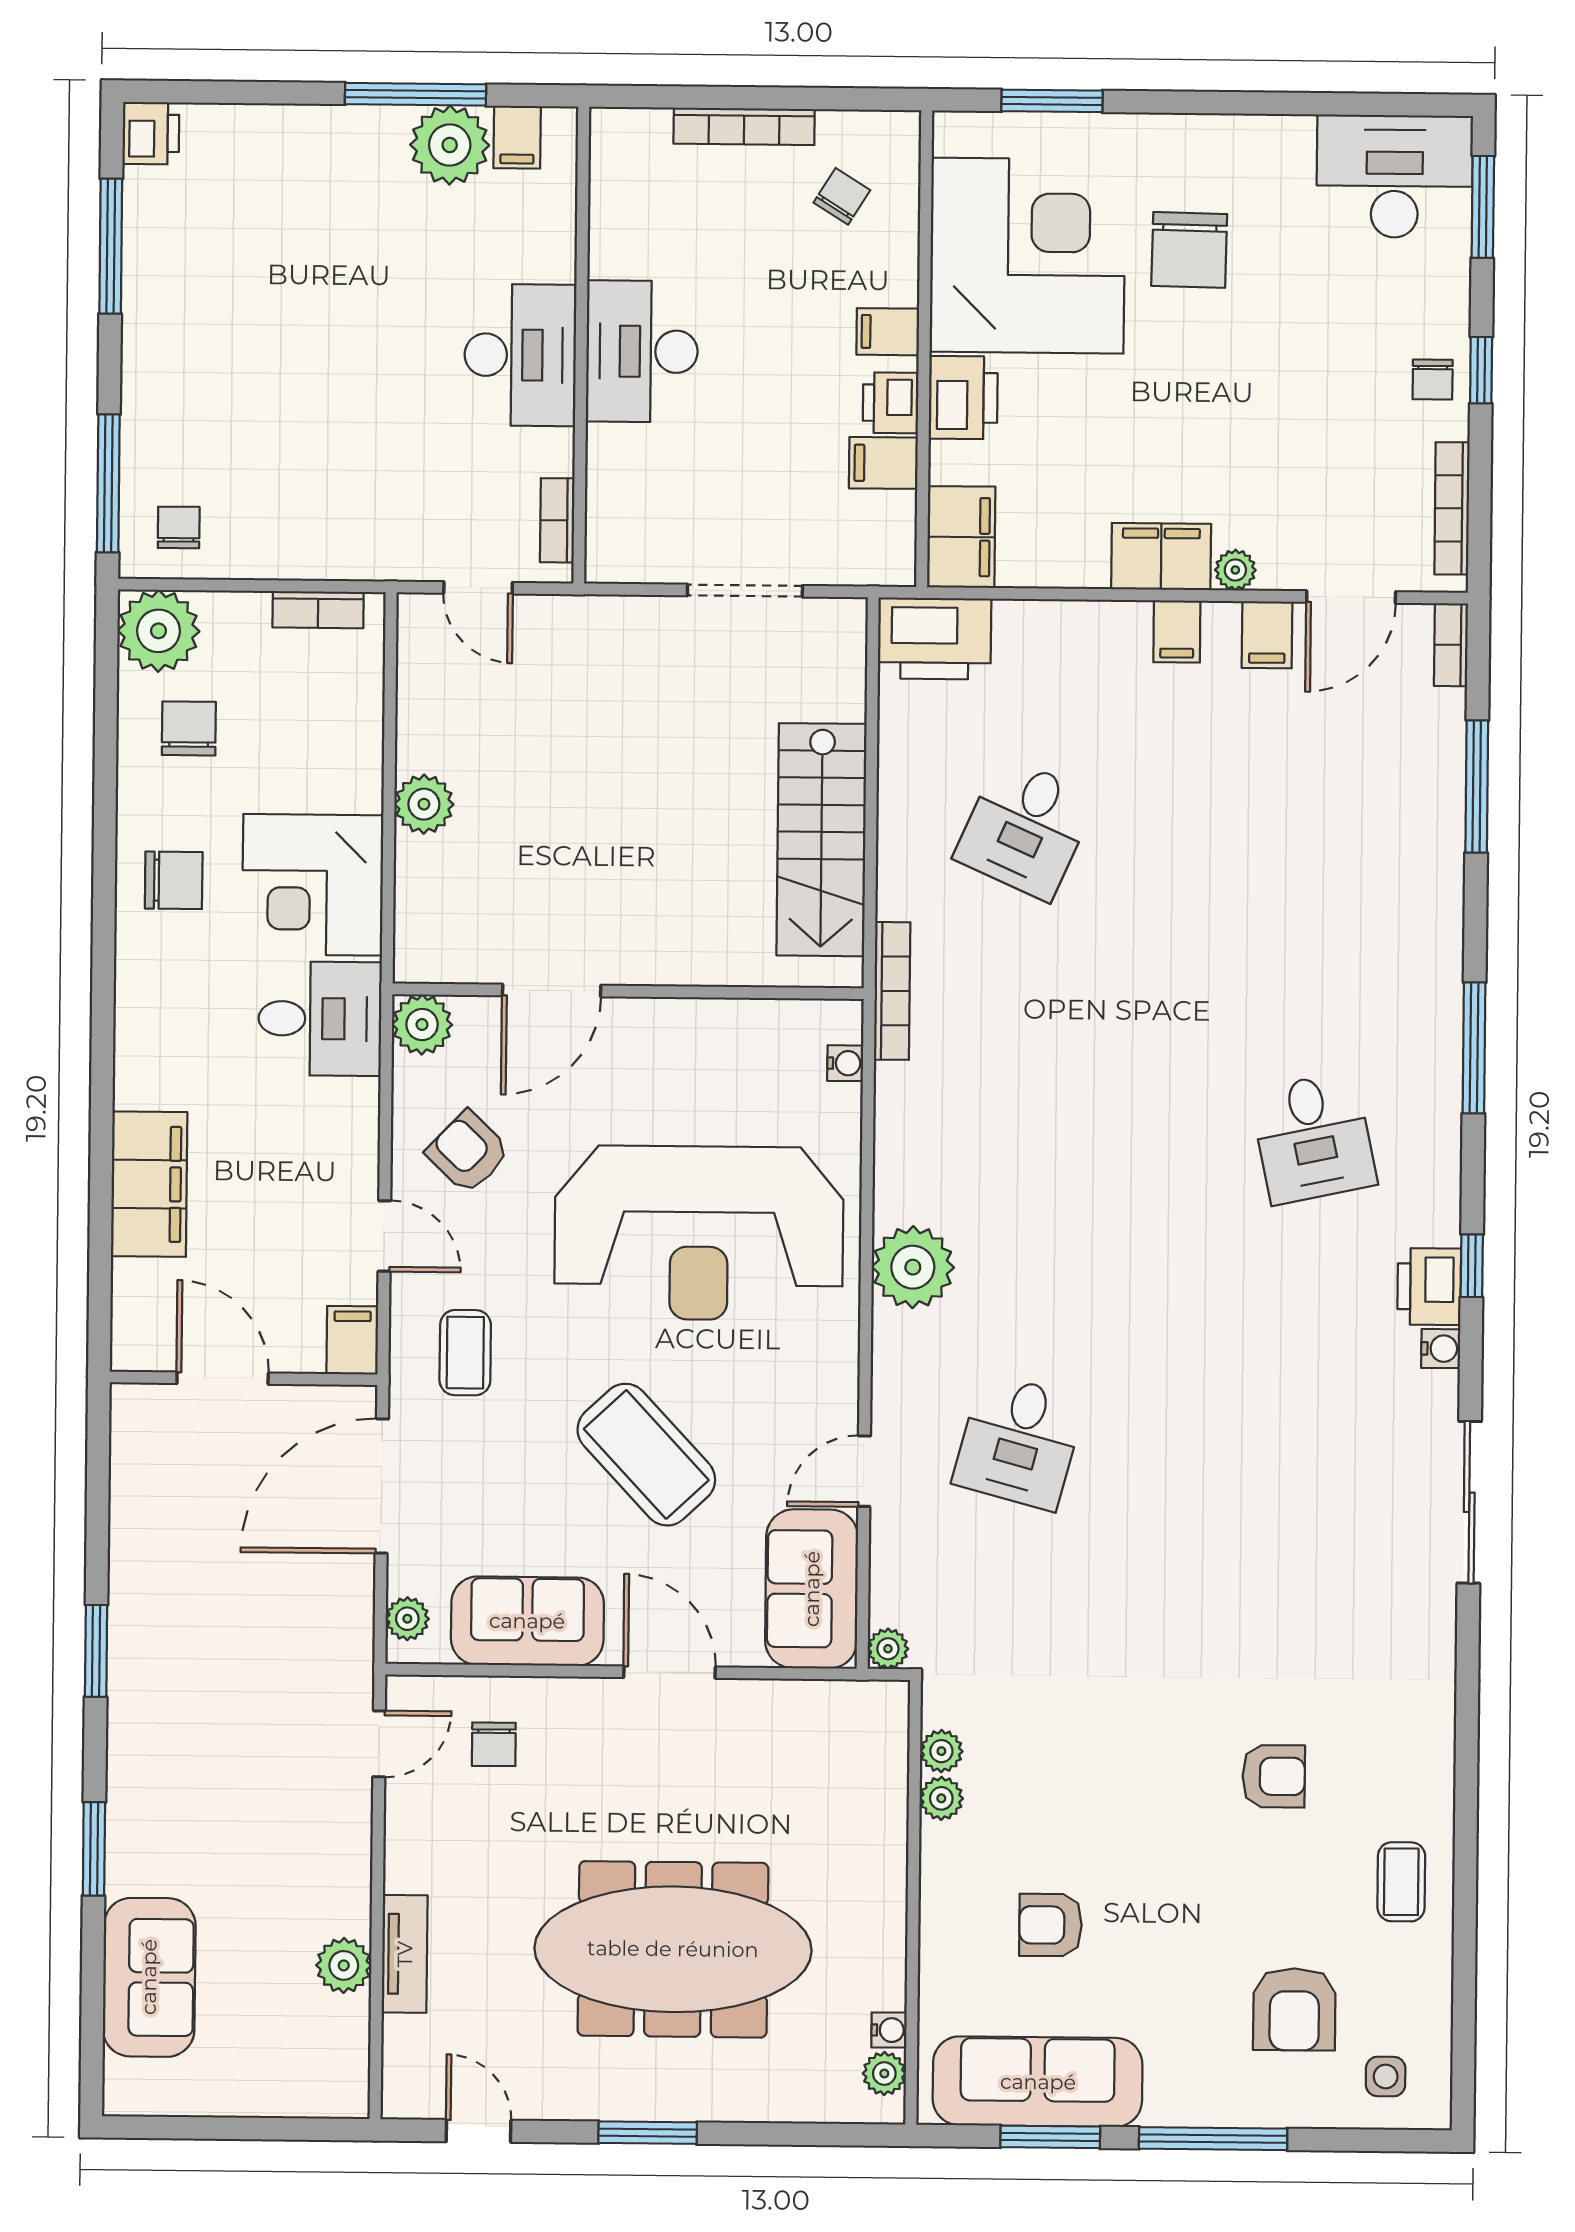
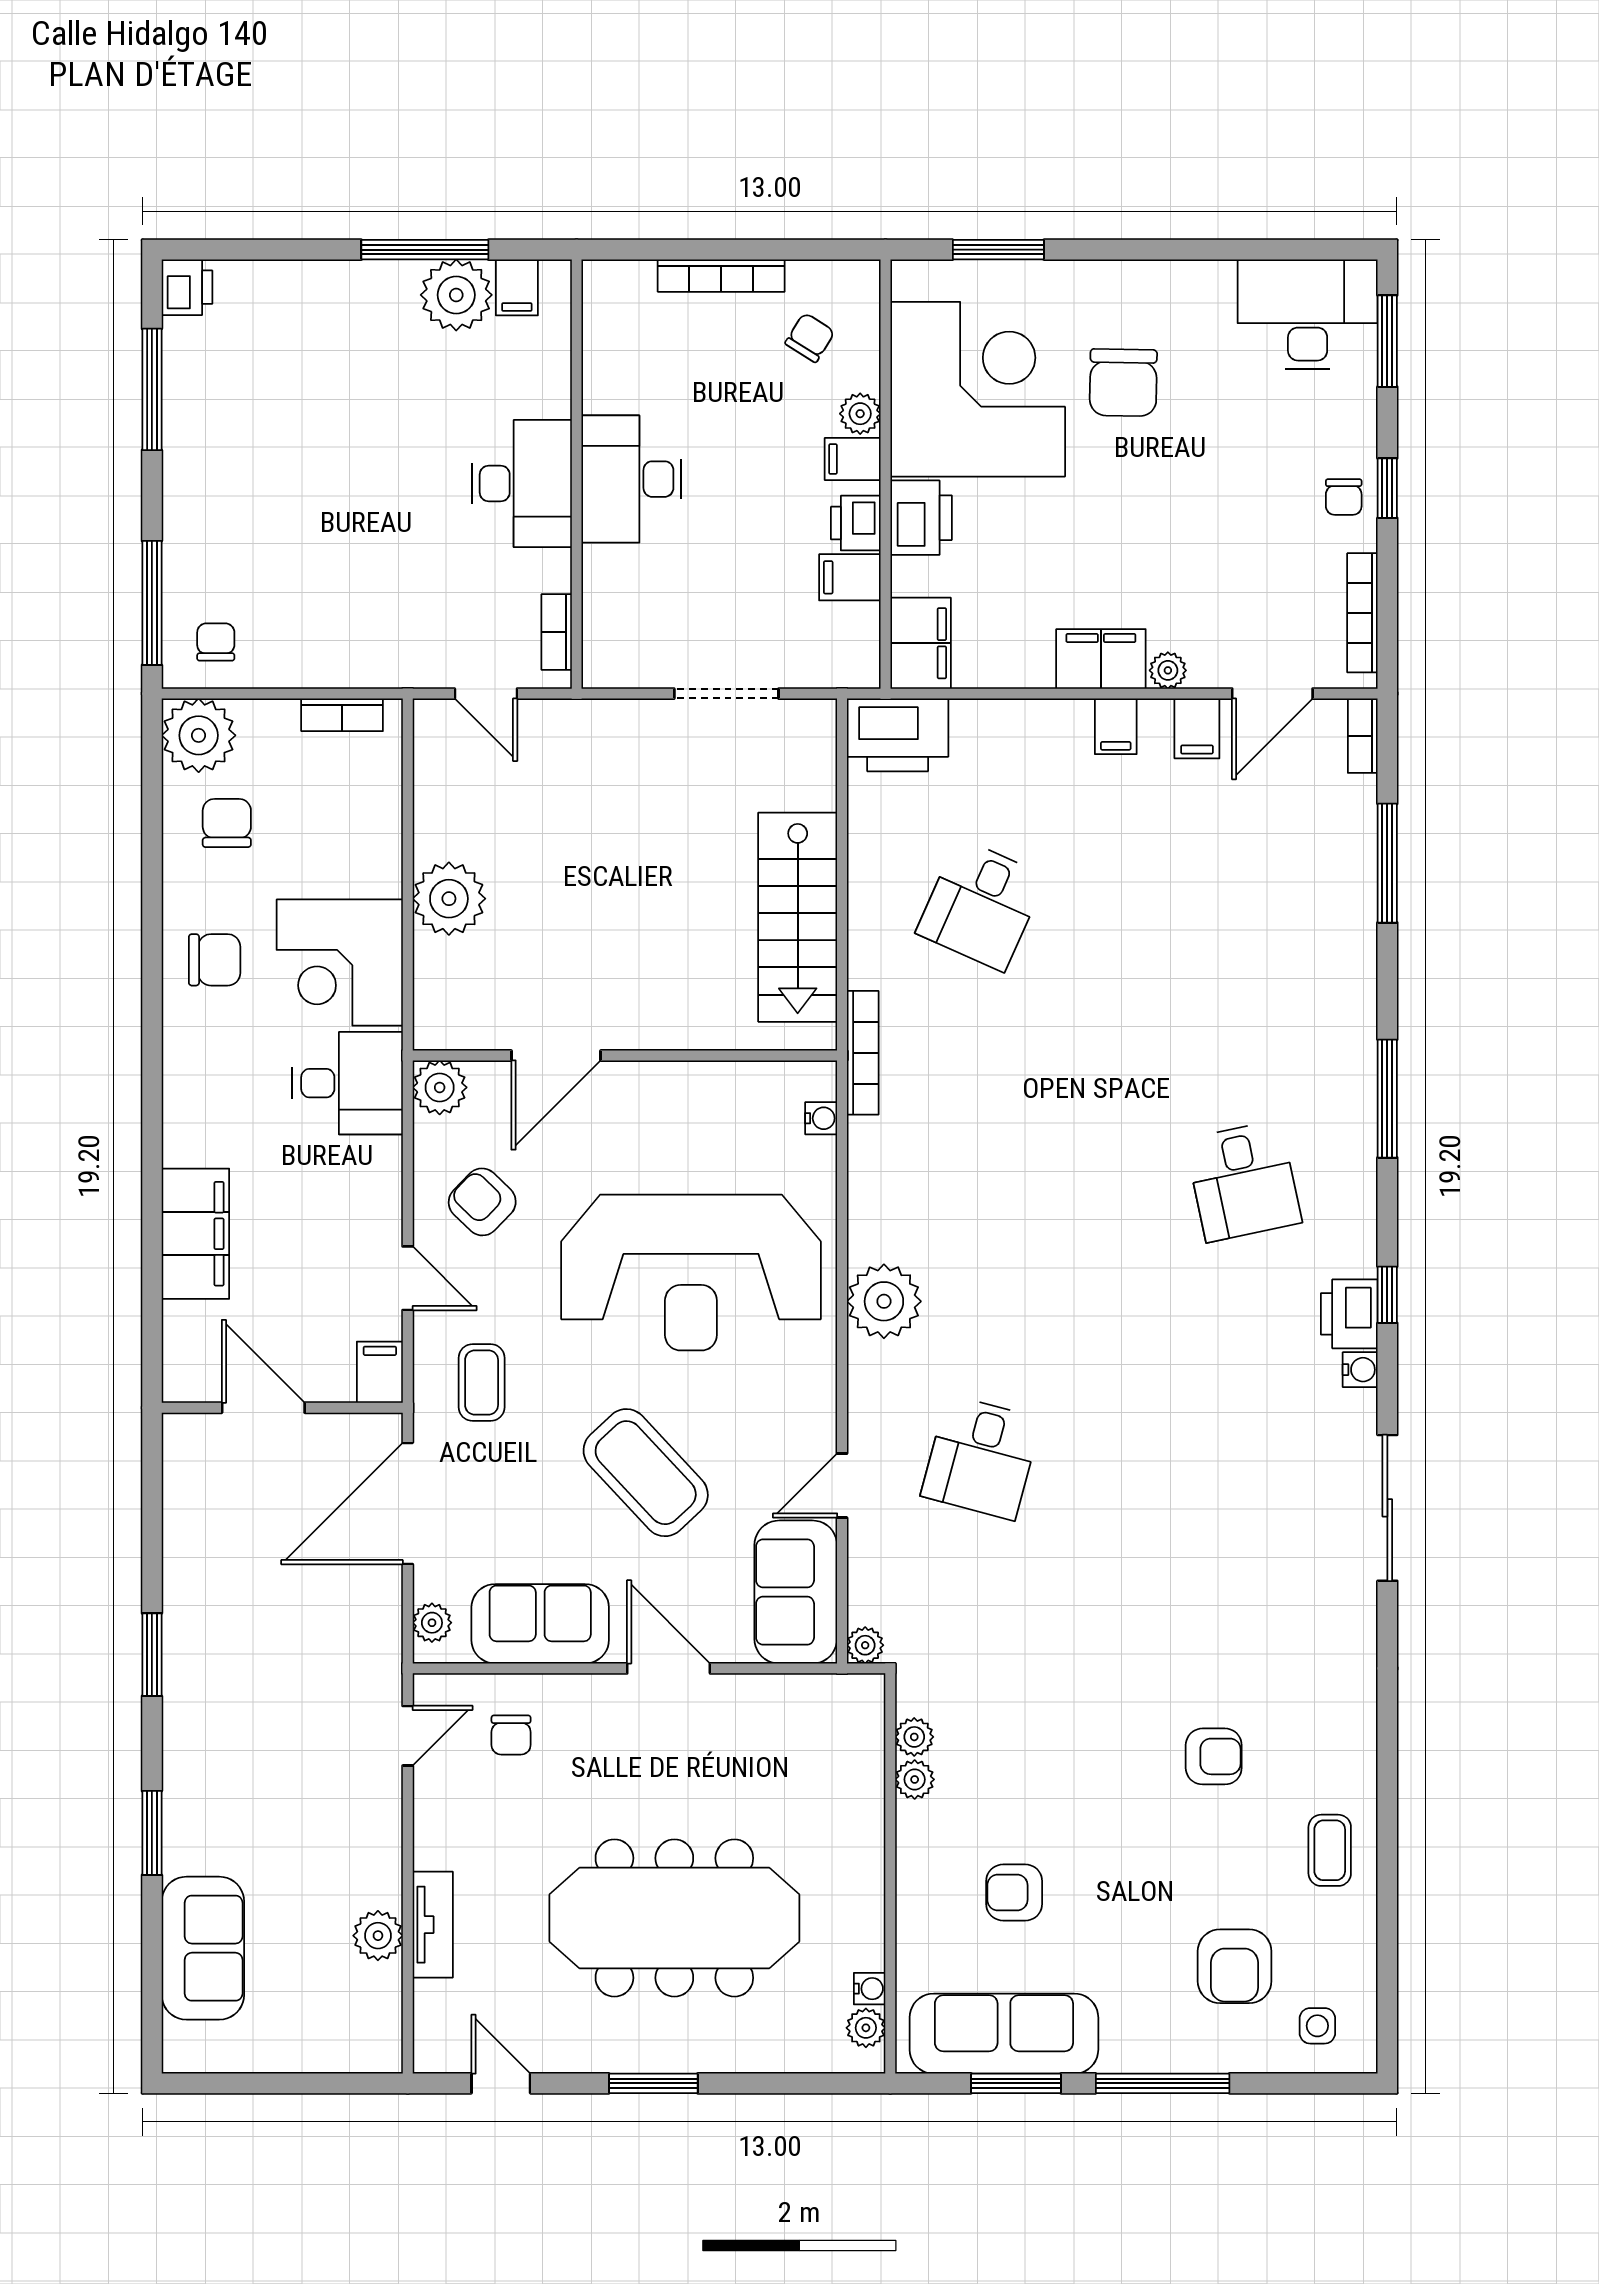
plant: (897, 281) -> (860, 414), added
plant: (424, 804) -> (449, 899), width x1.36, depth x1.36

